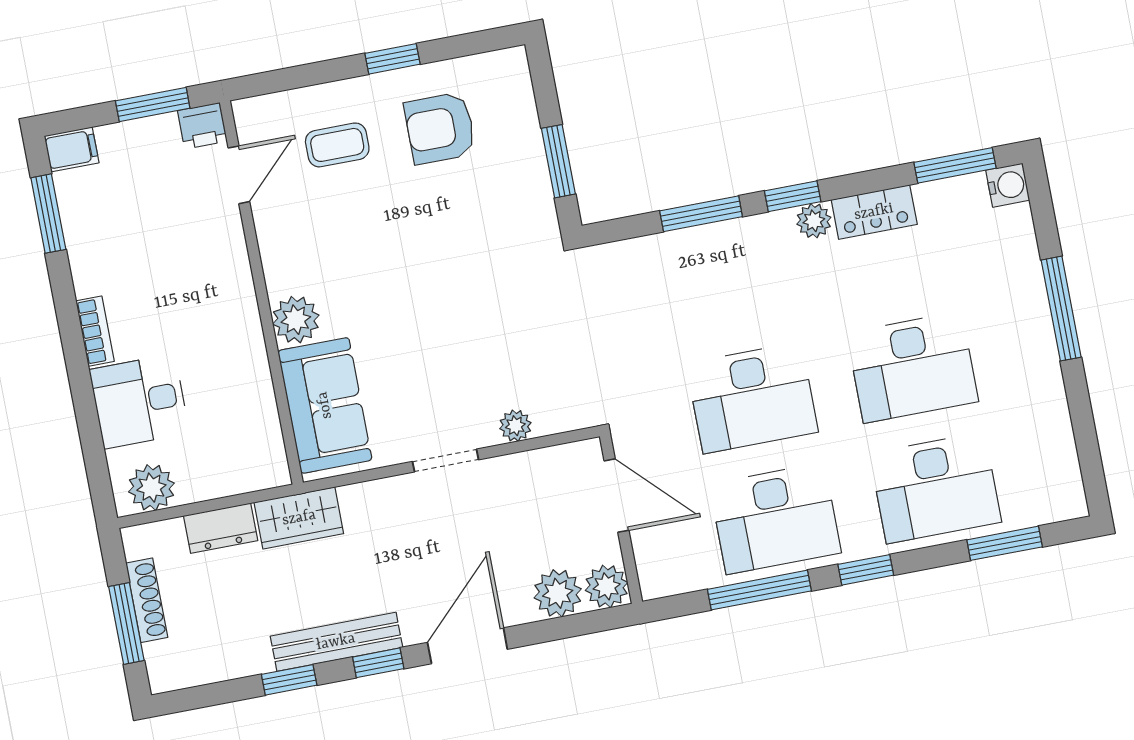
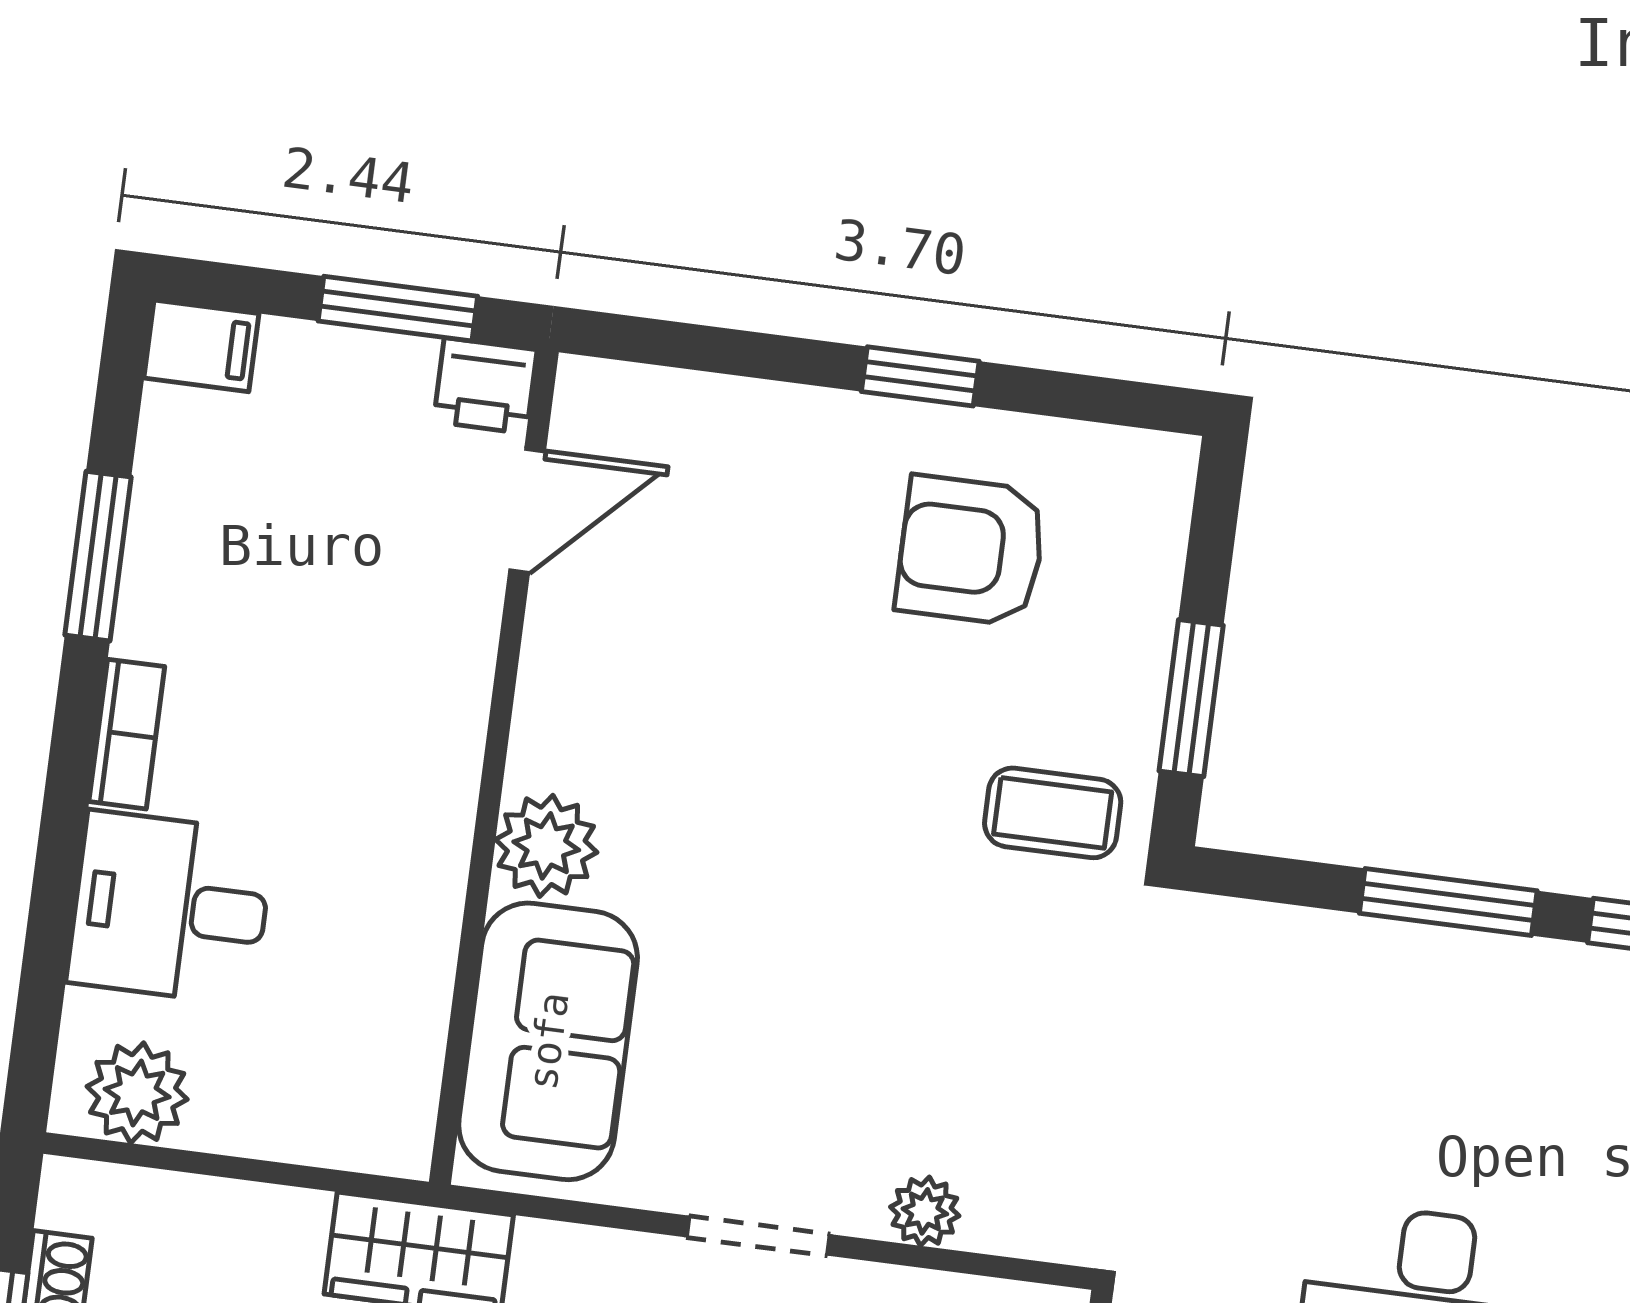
coffee table: (337, 145) -> (1053, 813), moved
window: (48, 214) -> (98, 556), moved
dresser: (221, 528) -> (252, 1223), removed

